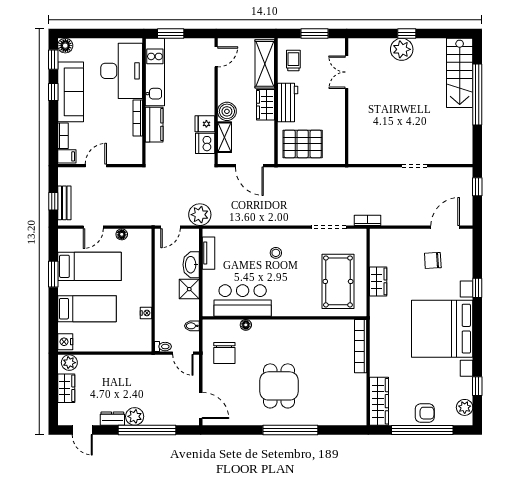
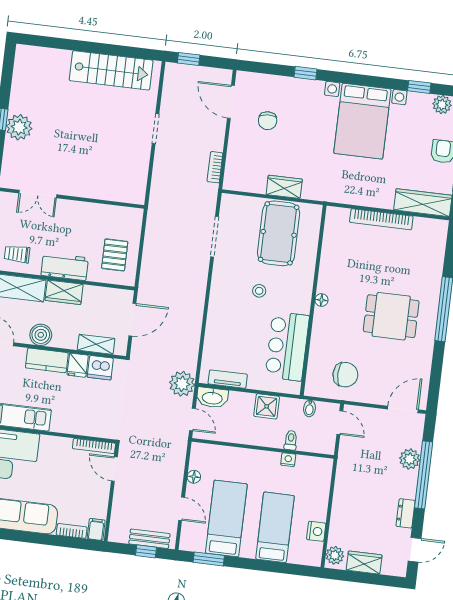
stairs: (460, 73) -> (111, 70), moved
window: (53, 92) -> (20, 536), removed
window: (477, 95) -> (82, 46), removed
boiler: (227, 111) -> (41, 335), moved
bookcase: (138, 118) -> (94, 446), moved
kitchen counter: (154, 125) -> (47, 360), moved, turned 180
pallet: (303, 144) -> (115, 255), width x0.67, depth x0.71
door: (96, 166) -> (114, 469), moved
bookcase: (367, 220) -> (215, 167), moved
stool: (276, 253) -> (259, 291), moved
washbasin: (191, 265) -> (212, 398), moved
window: (53, 274) -> (209, 559), moved
pool table: (338, 281) -> (279, 233), turned 90
floor lamp: (246, 325) -> (321, 300), moved
bed with nightstands: (442, 329) -> (362, 121), width x0.73
nightstand: (65, 342) -> (316, 531), moved, turned -90
bookcase: (361, 346) -> (381, 219), moved
toilet: (163, 347) -> (291, 440), moved
door: (183, 353) -> (340, 423), hinge flipped
plant: (135, 416) -> (410, 459), moved

